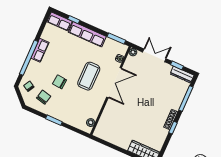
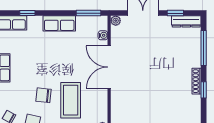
row of seats: (87, 34) -> (59, 23), width x0.68
coffee table: (89, 76) -> (71, 100), moved
double door: (114, 83) -> (109, 67), swing flipped

